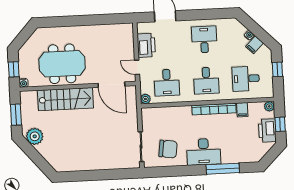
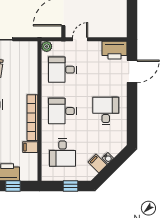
desk: (204, 39) -> (106, 111), turned -90
printer: (146, 45) -> (114, 50), moved
desk: (246, 79) -> (63, 152), turned 180
plant: (269, 106) -> (32, 176), removed

